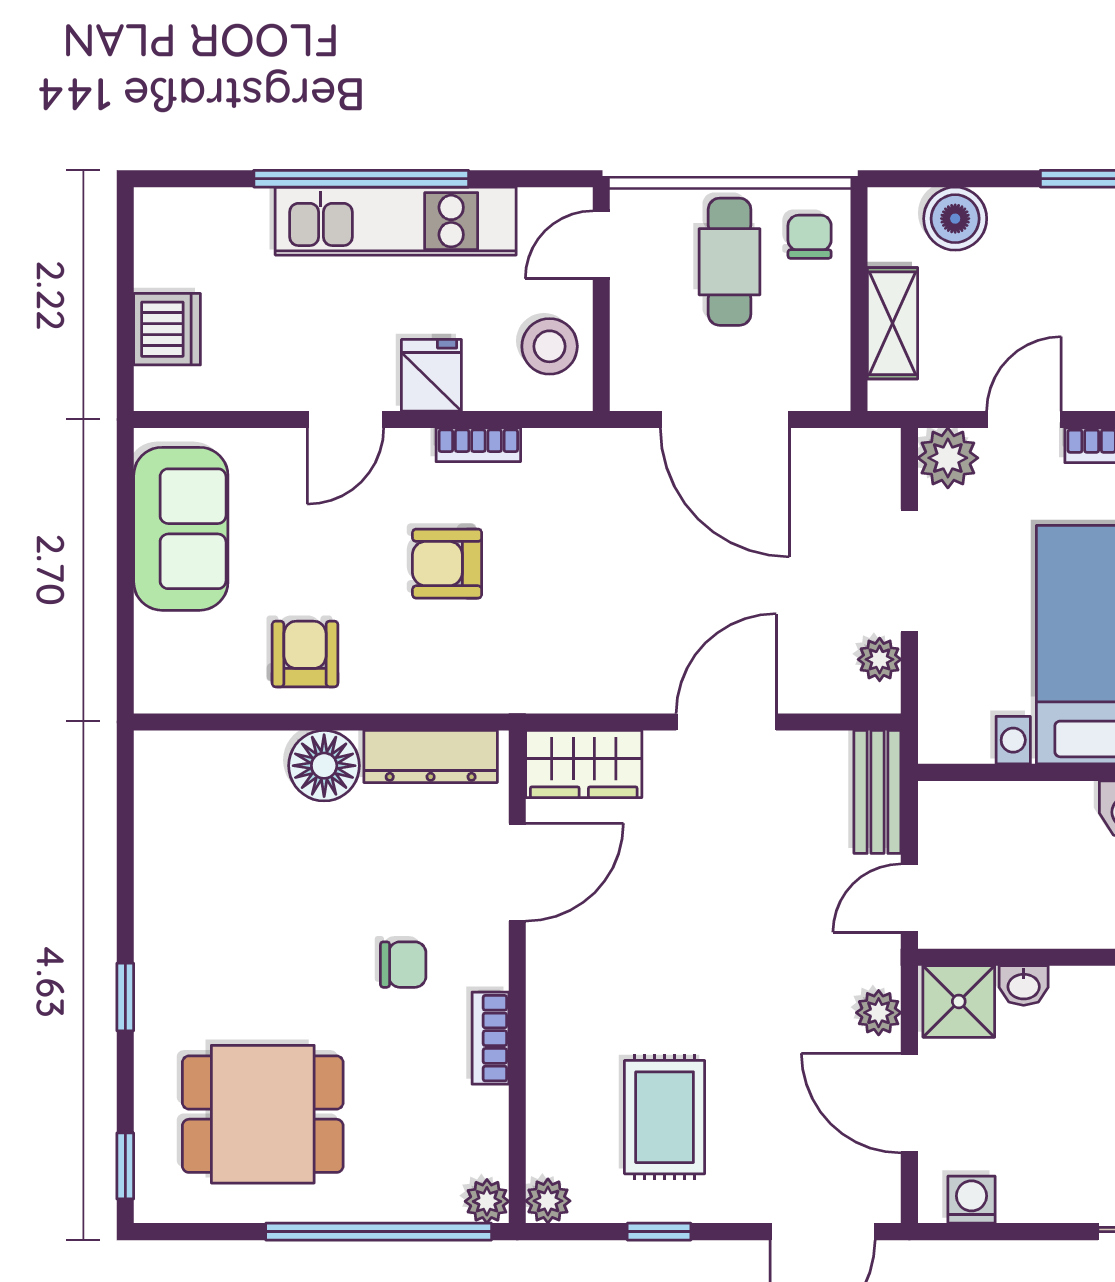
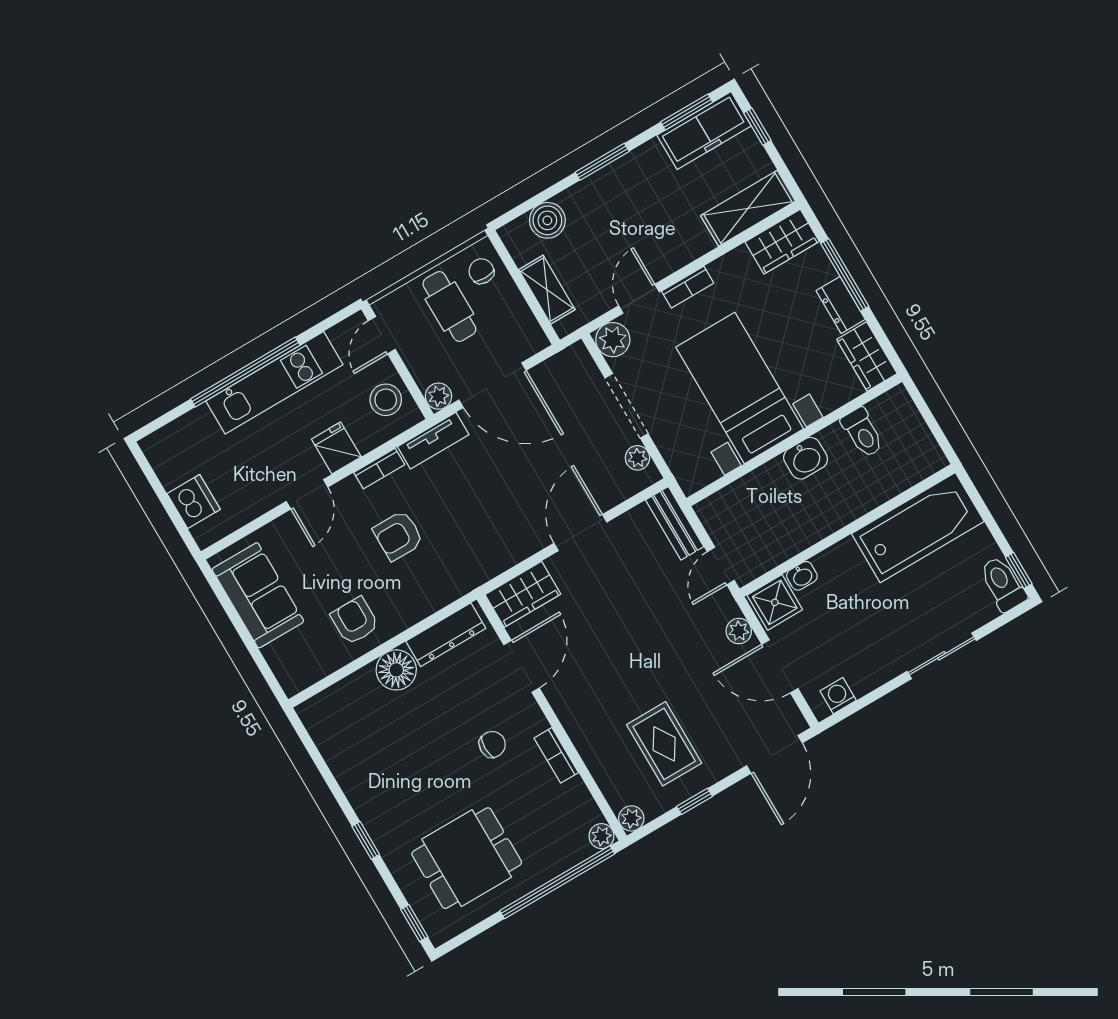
plant: (633, 388) -> (438, 396), added
tv unit: (585, 451) -> (433, 441), added

